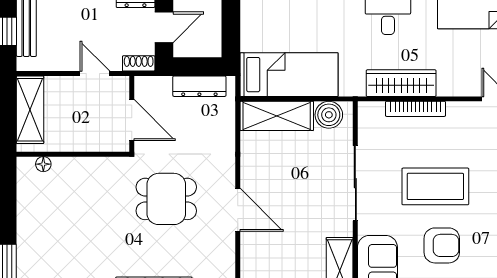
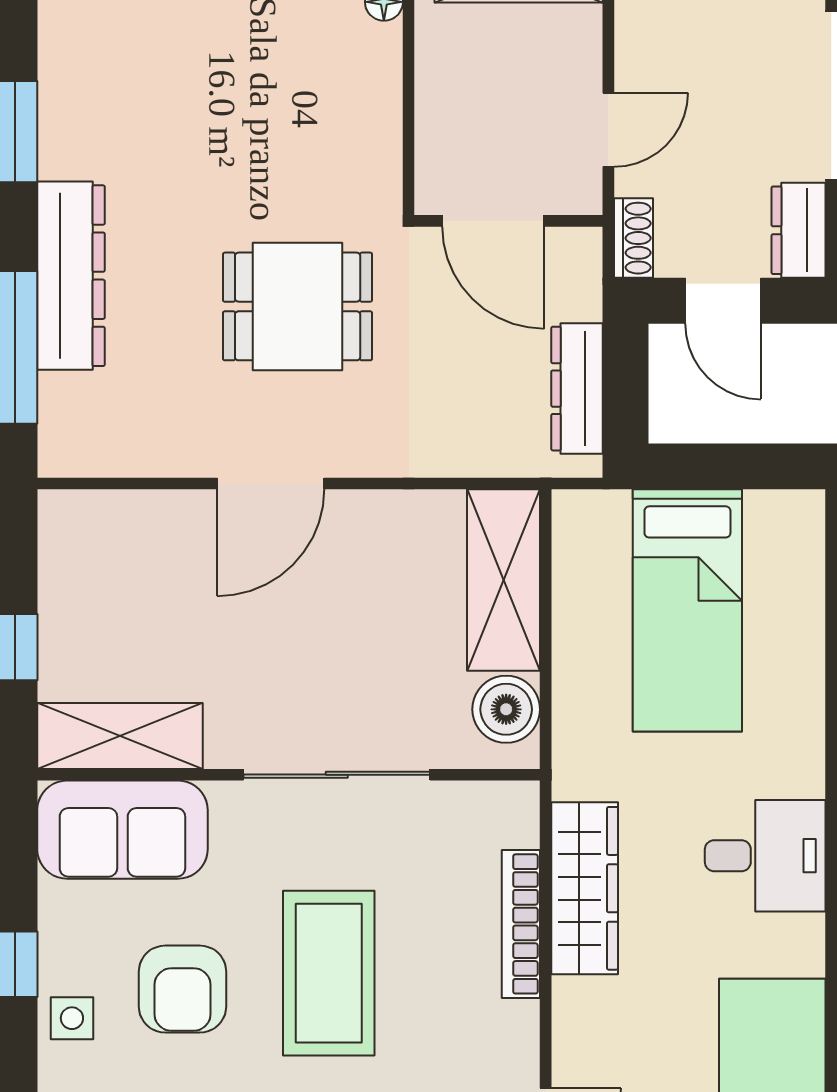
bed: (289, 75) -> (687, 610), moved
door: (132, 120) -> (493, 221), hinge flipped
dining table: (166, 199) -> (298, 306), turned 90

